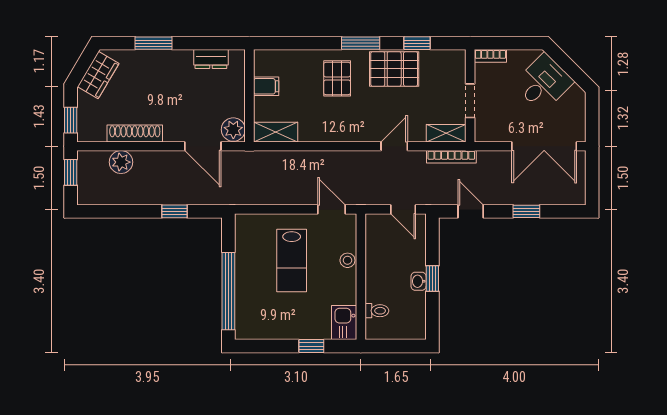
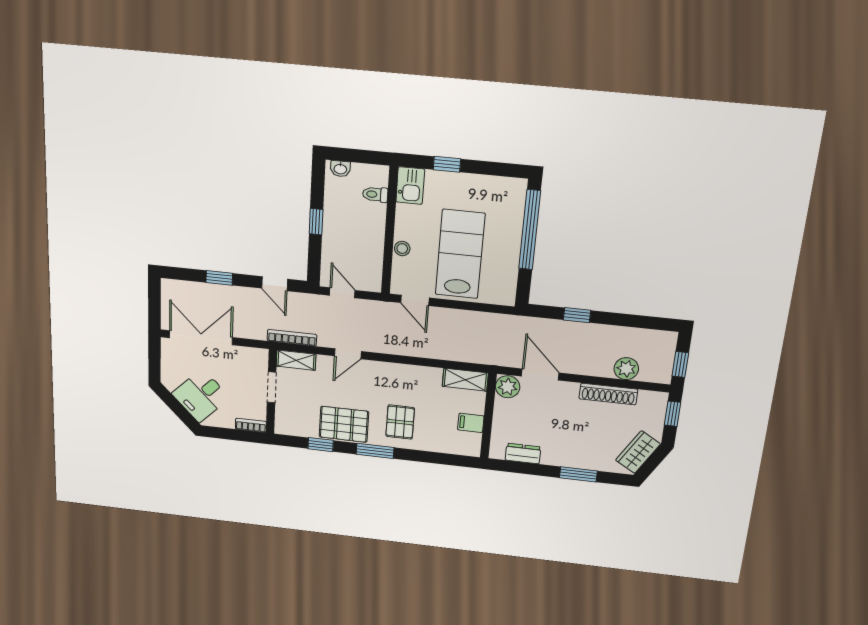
lab bench: (292, 260) -> (460, 254), width x1.36, depth x1.39
washbasin: (419, 281) -> (340, 169), moved, turned 90

